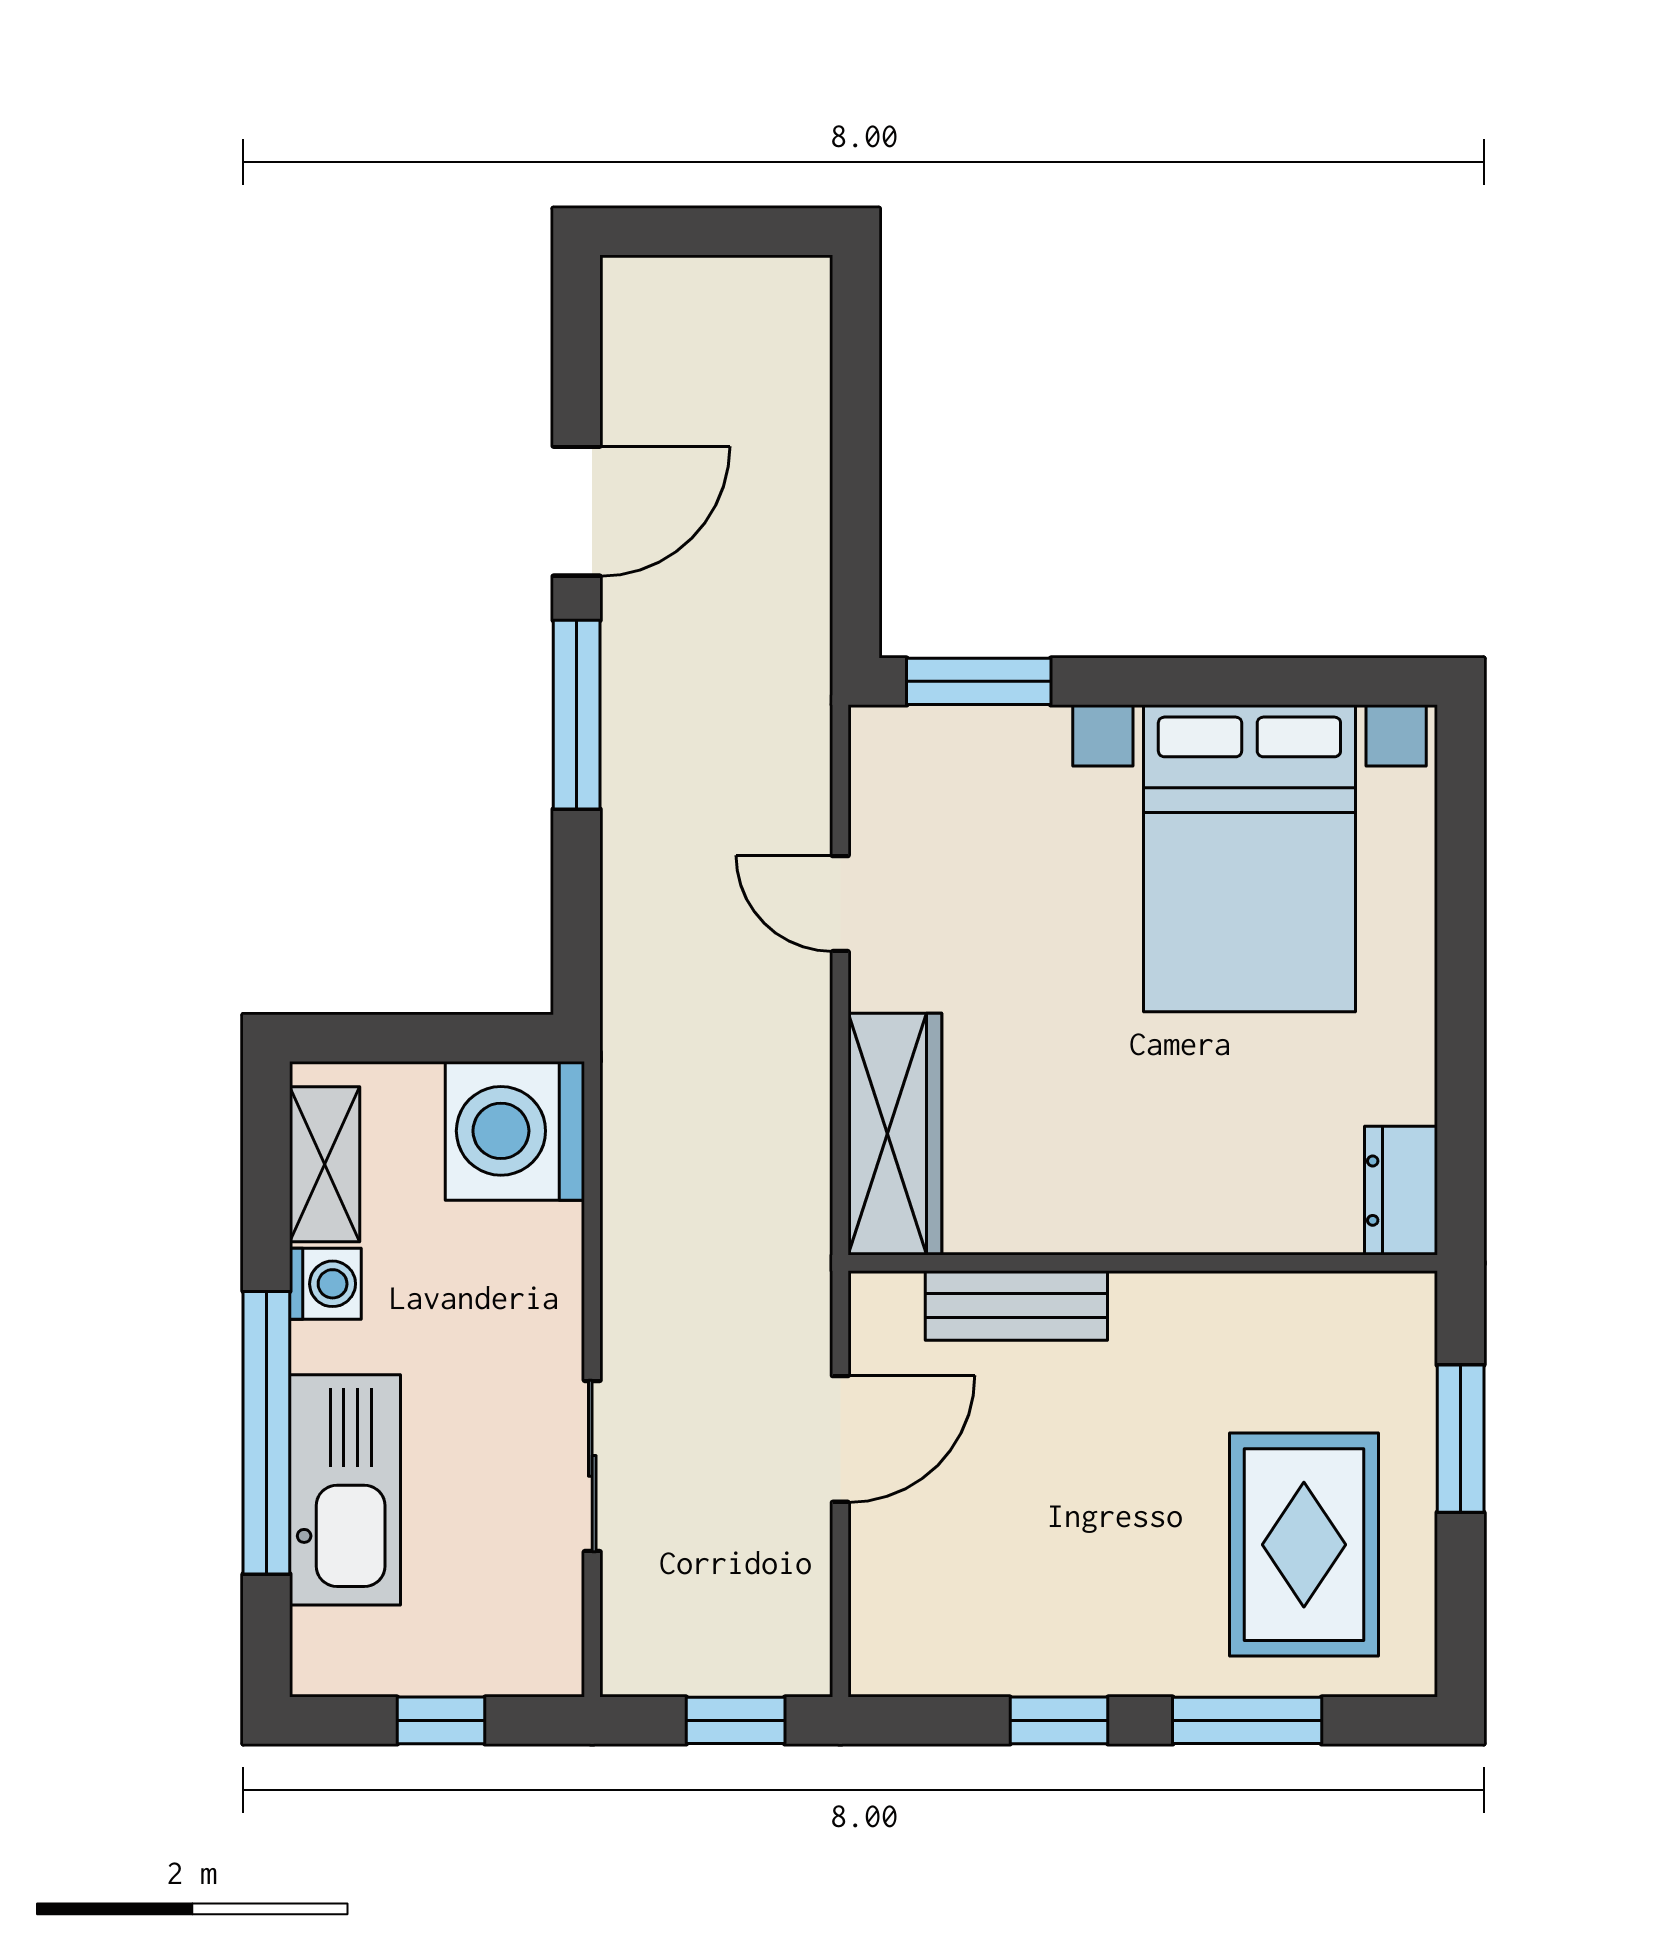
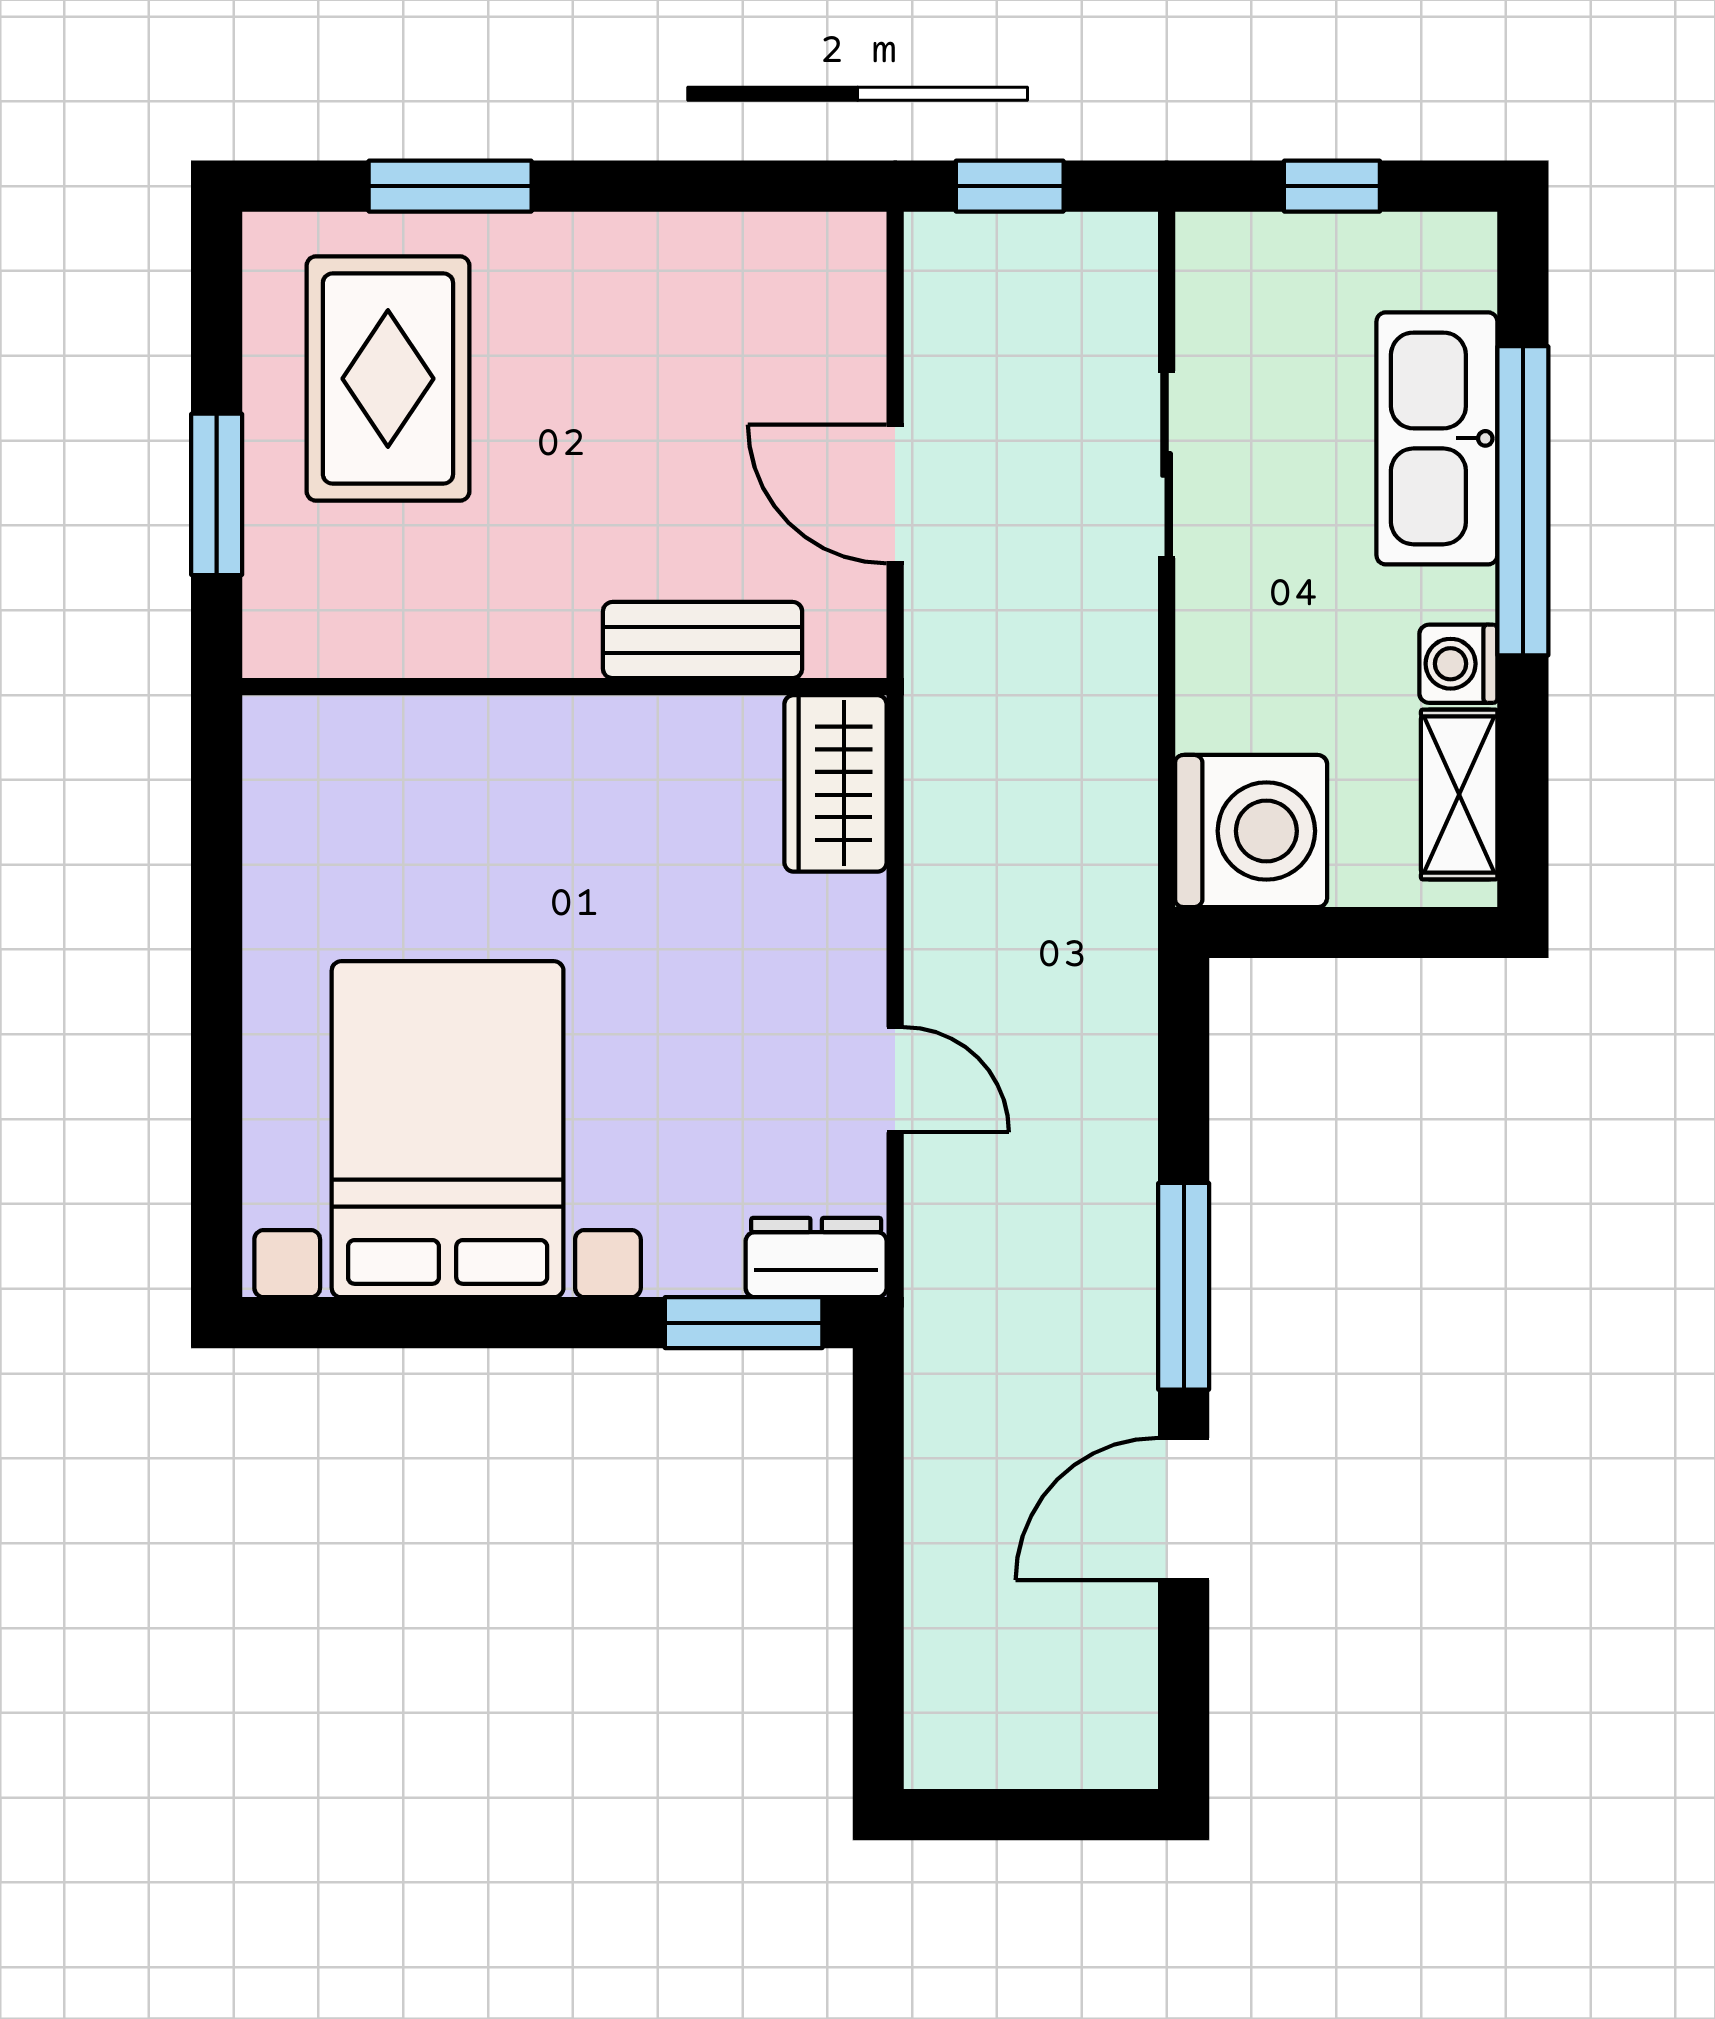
wardrobe: (895, 1134) -> (836, 783), width x0.67
dresser: (1401, 1191) -> (816, 1258), moved, turned -90
door: (840, 1439) -> (895, 494), hinge flipped
window: (1059, 1720) -> (656, 186), removed

